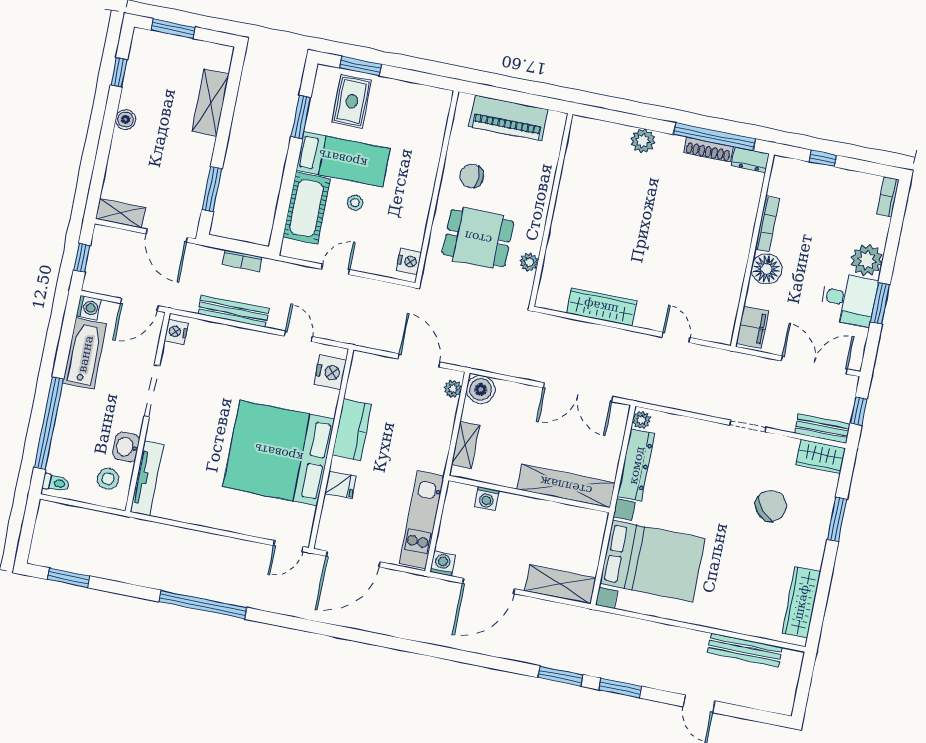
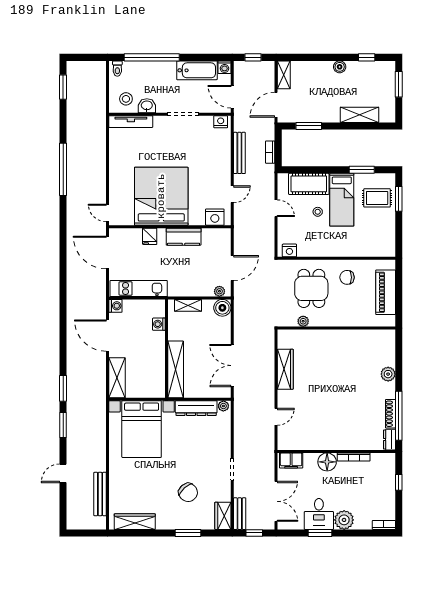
chair: (472, 176) -> (347, 277), turned -90

